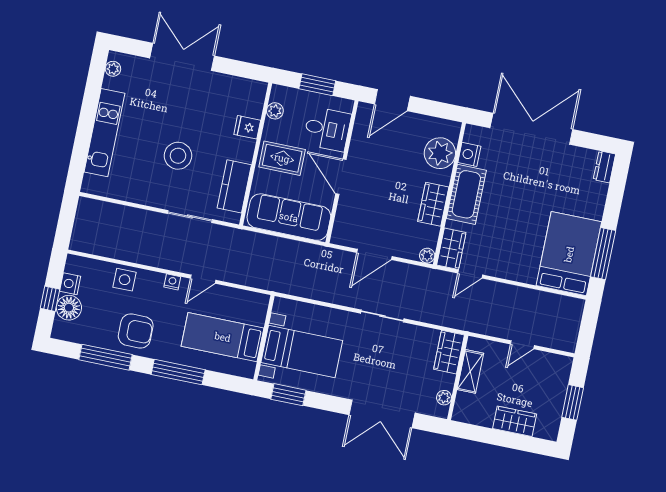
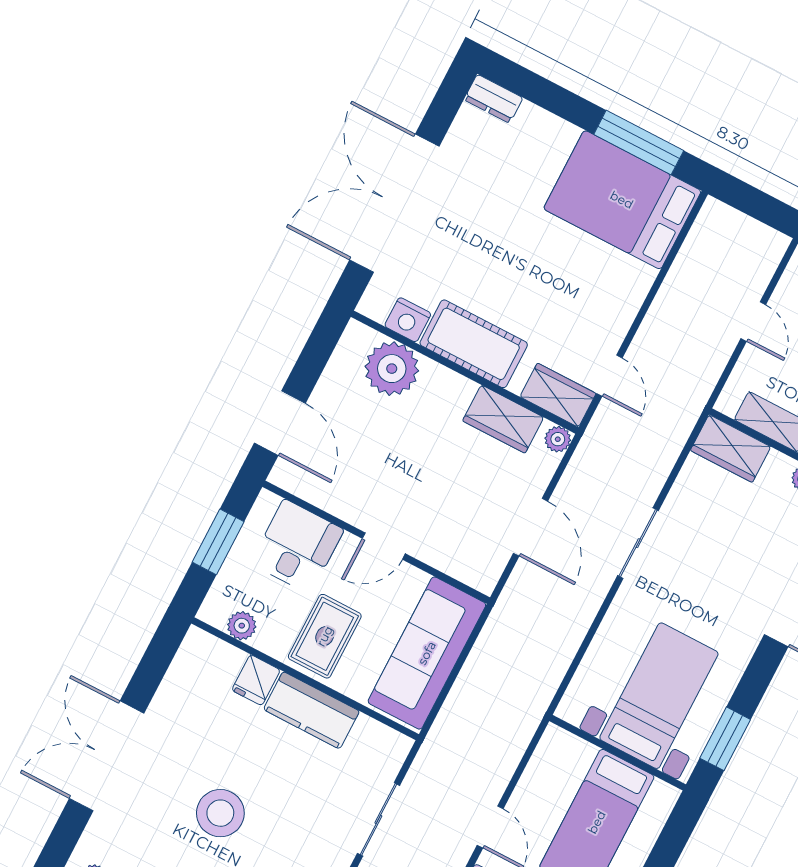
stool: (178, 156) -> (220, 813), moved
door: (341, 177) -> (384, 546), width x0.73
kitchen counter: (234, 186) -> (311, 710), moved
wardrobe: (433, 204) -> (503, 419), moved

